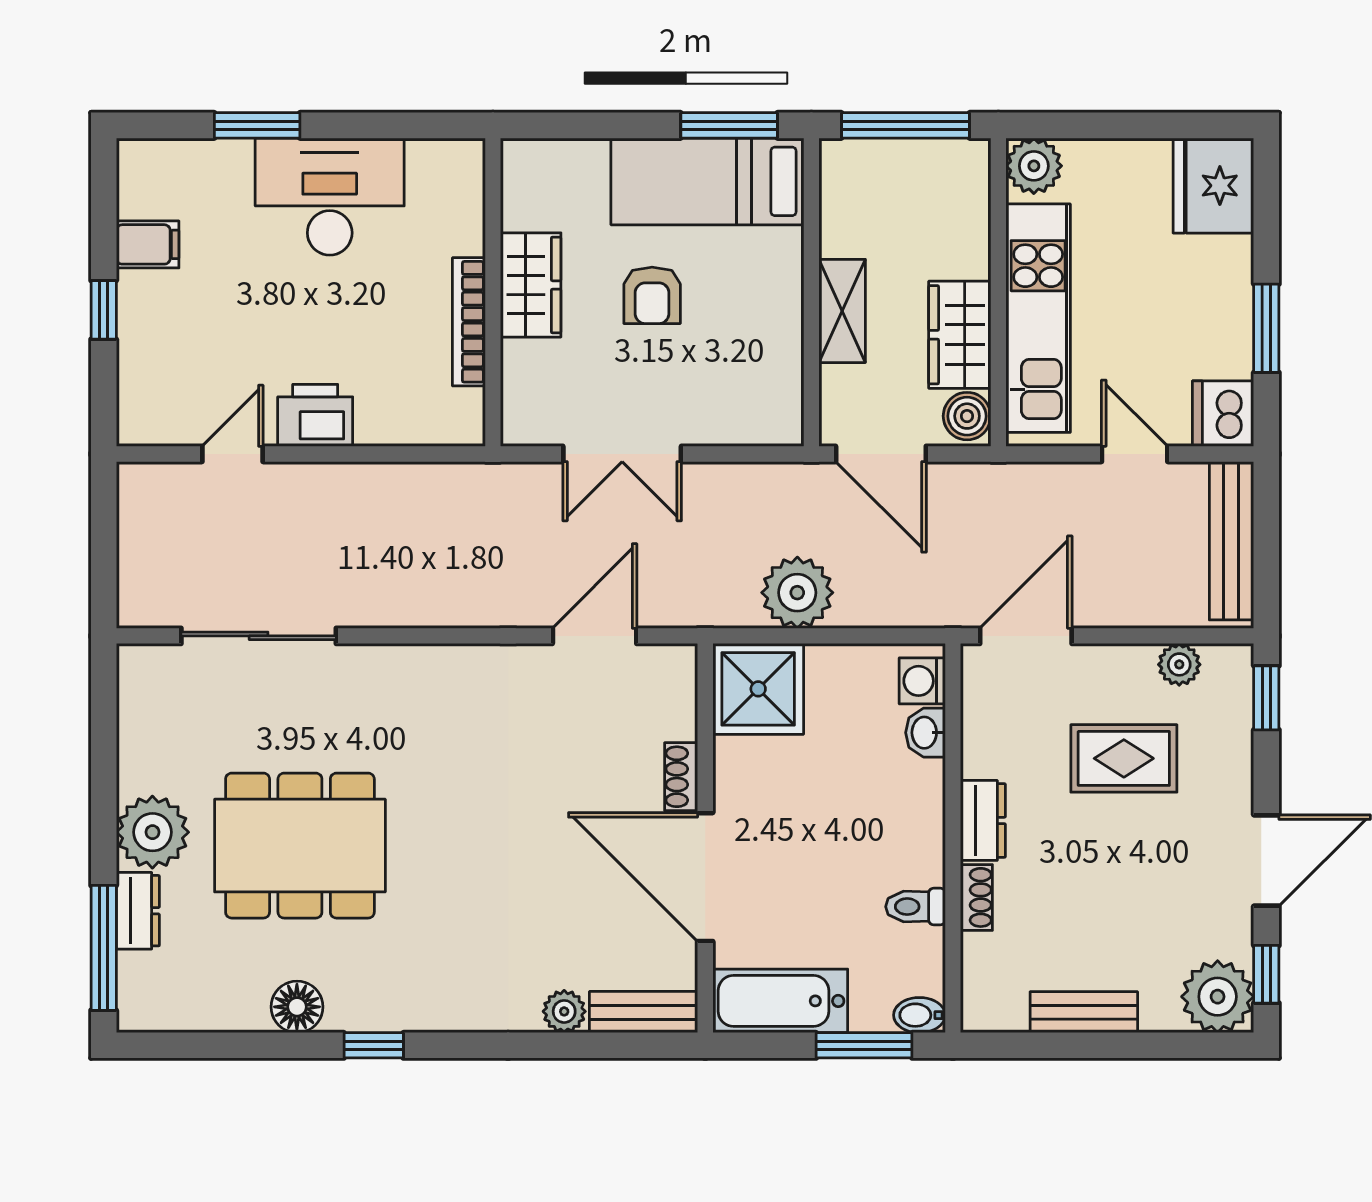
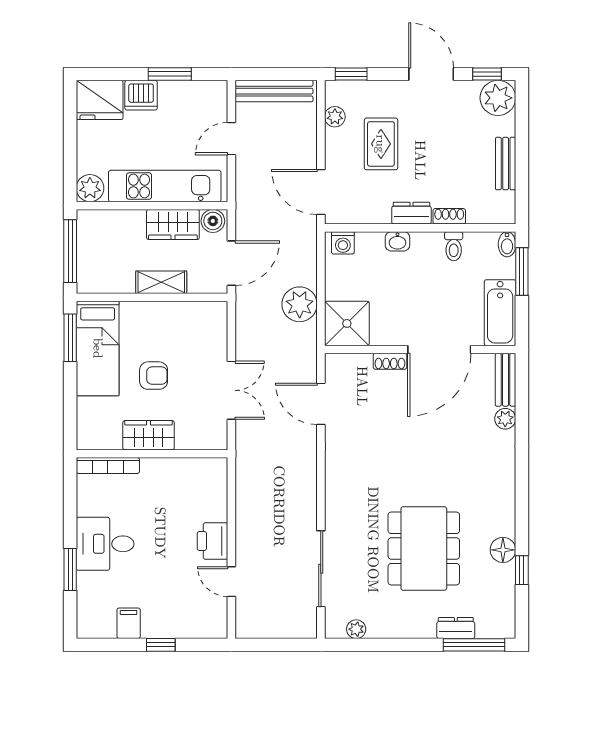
desk: (330, 197) -> (105, 544), width x0.73
bookcase: (469, 322) -> (108, 466), moved
dishwasher: (1223, 414) -> (141, 95), moved
washbasin: (925, 733) -> (397, 241), moved
plant: (152, 832) -> (356, 629), moved, width x0.53, depth x0.53
window: (374, 1045) -> (522, 570), moved

